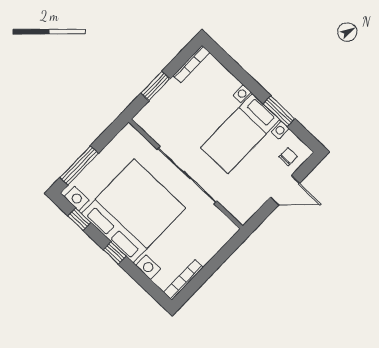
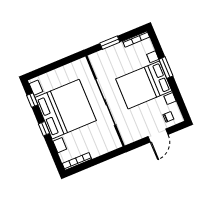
window: (279, 111) -> (166, 68), moved
bed with nightstands: (240, 134) -> (144, 85), width x1.36
window: (79, 165) -> (46, 69), removed
door: (285, 190) -> (158, 135), hinge flipped

